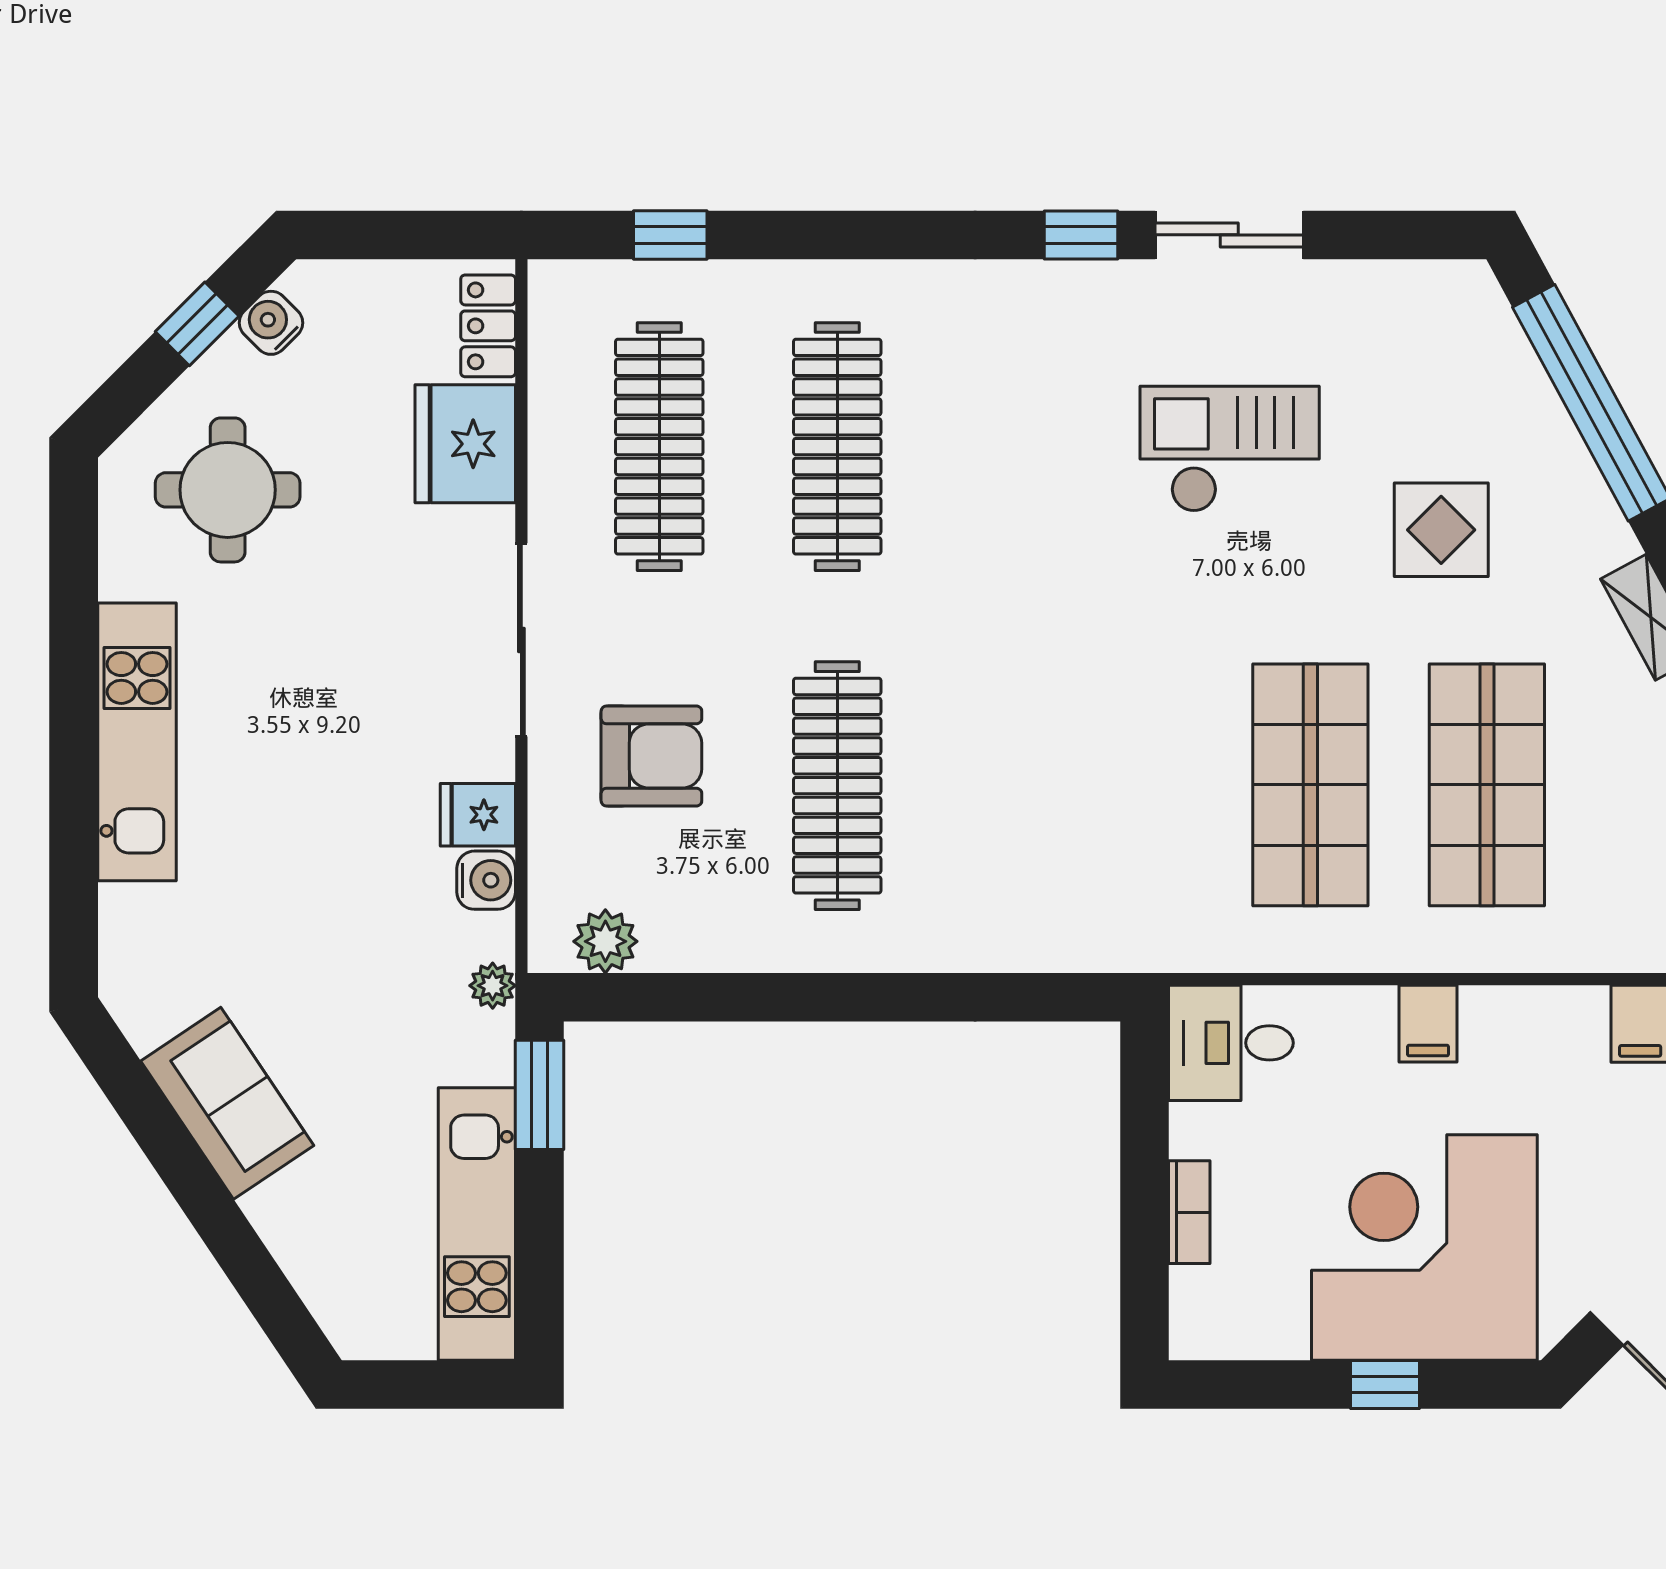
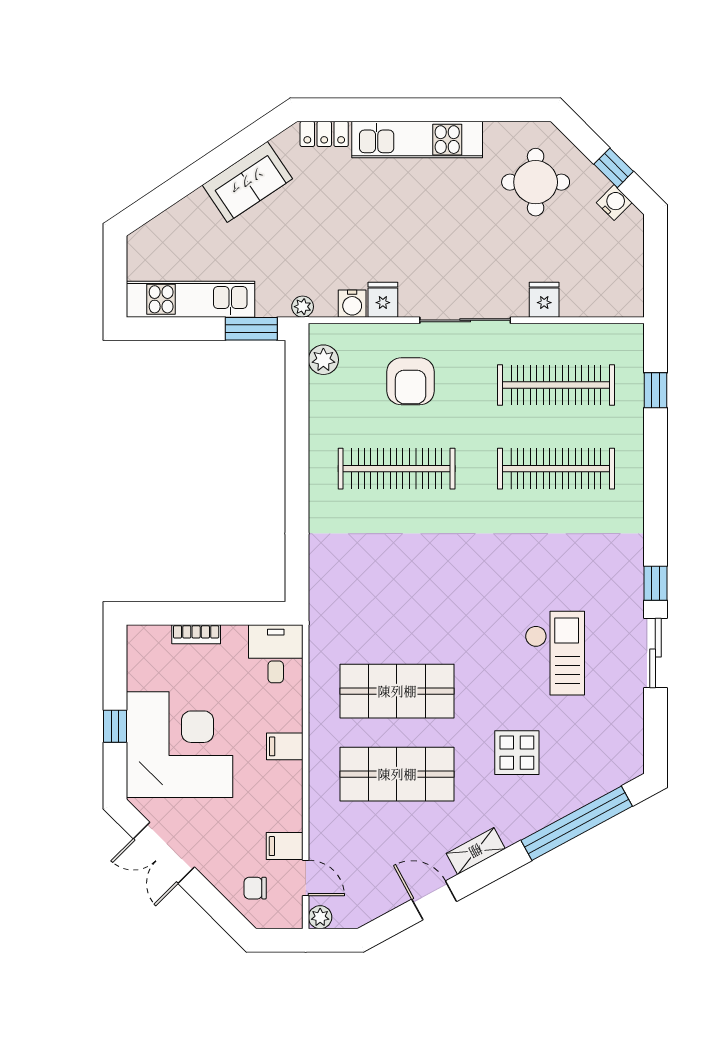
locker: (488, 326) -> (324, 134), moved, turned 180
fridge: (465, 444) -> (544, 300), width x0.53, depth x0.75

